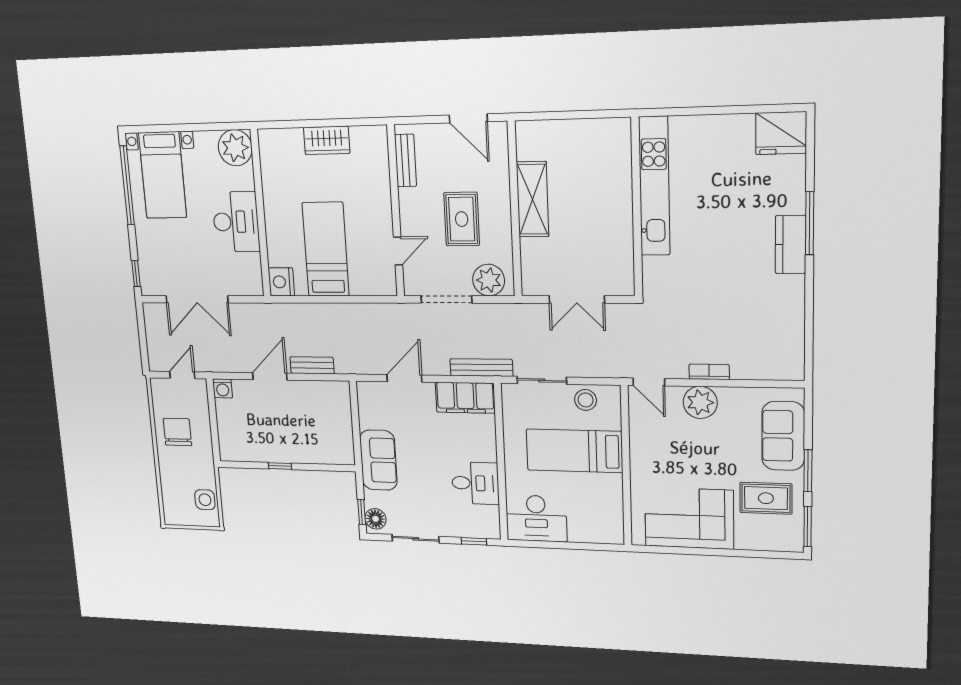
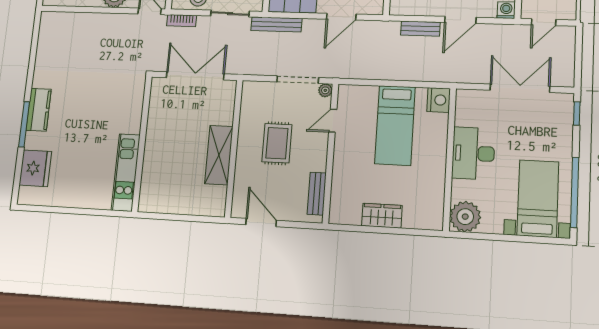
fridge: (781, 133) -> (35, 168), moved, turned 90
kitchen unit: (654, 186) -> (126, 172), width x0.73
plant: (489, 280) -> (325, 90), moved, width x0.53, depth x0.53
double door: (577, 299) -> (195, 76), width x1.37
bookcase: (709, 372) -> (182, 21), moved

